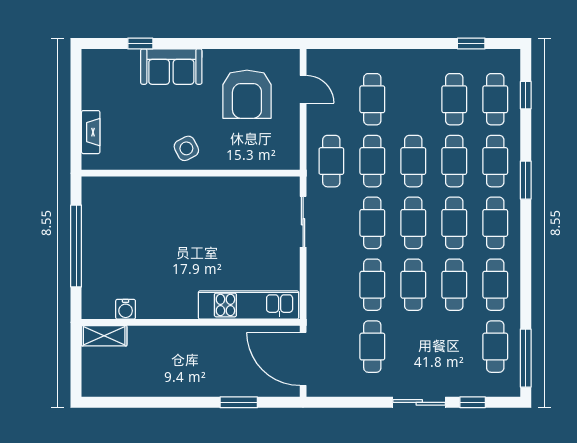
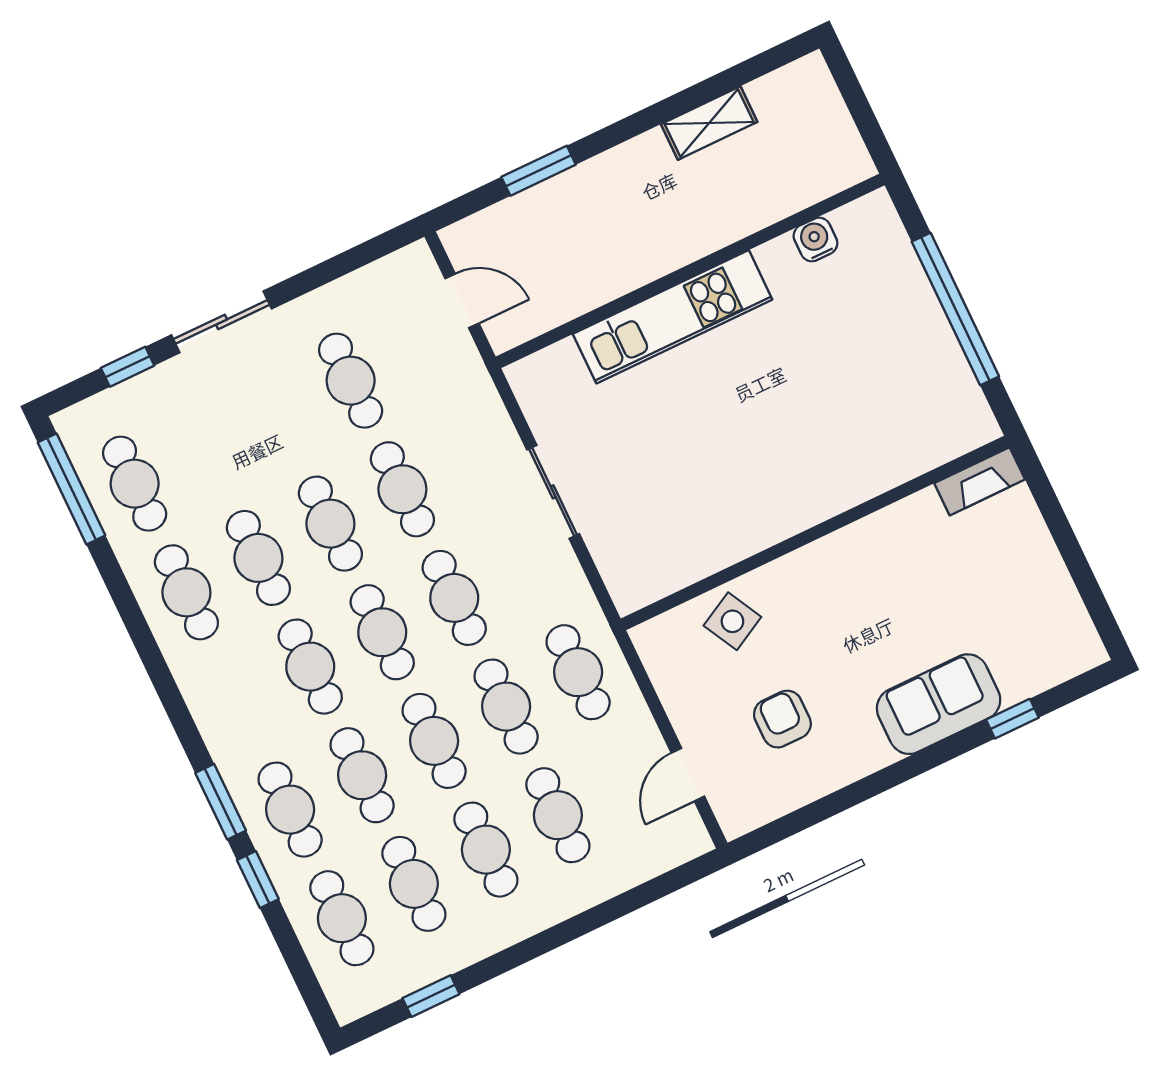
door: (303, 89) -> (688, 775), hinge flipped
armchair: (247, 94) -> (782, 719), width x0.53, depth x0.53
window: (526, 95) -> (258, 880), moved
fireplace: (91, 132) -> (980, 481), moved, turned -90
side table: (186, 148) -> (732, 621), moved
sliding door: (303, 222) -> (553, 492), moved
cafe table: (495, 223) -> (486, 850), moved
kitchen unit: (248, 305) -> (673, 317), moved
shelving: (104, 336) -> (709, 123), moved
door: (303, 359) -> (462, 301), width x0.53

